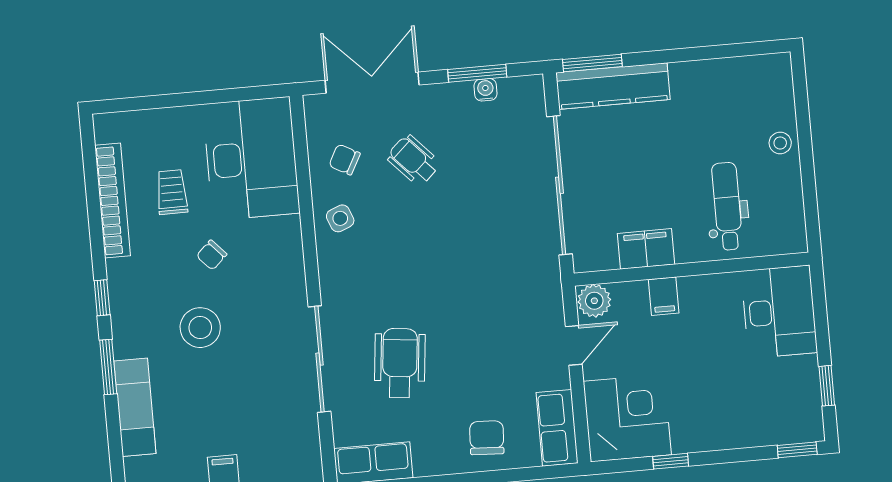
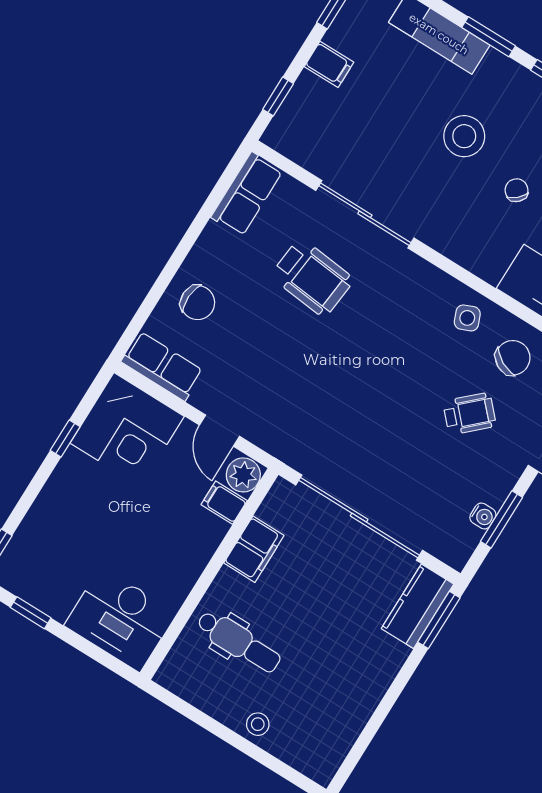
kitchen counter: (613, 86) -> (417, 606), width x0.67
chair: (345, 160) -> (513, 358), width x1.37, depth x1.37
filing cabinet: (664, 296) -> (224, 503), moved

